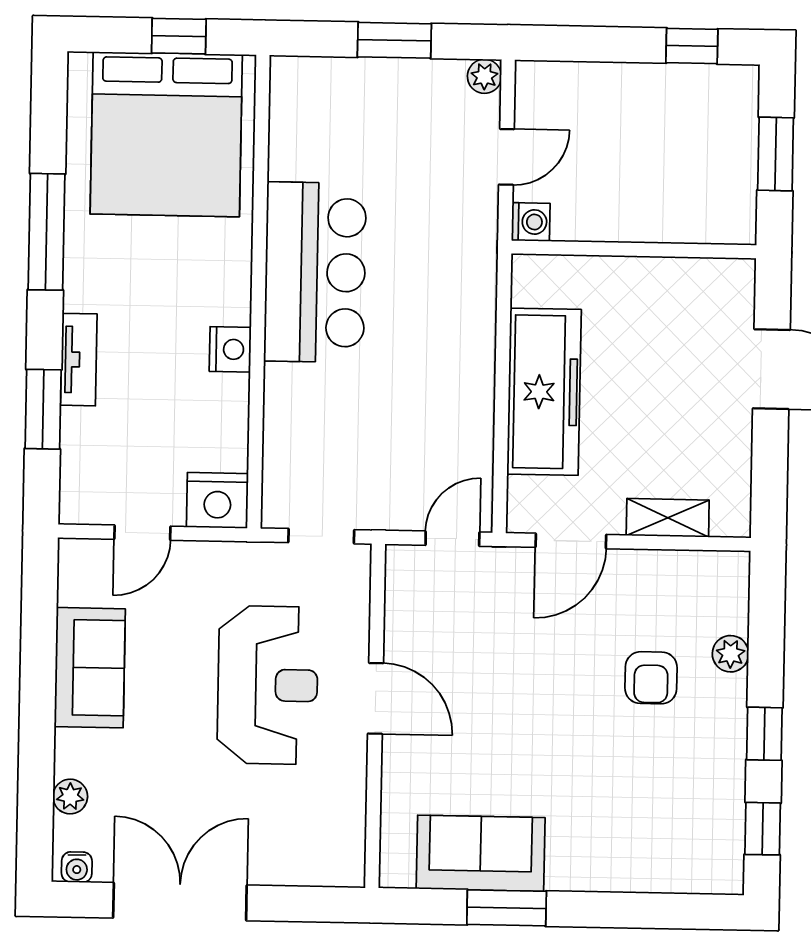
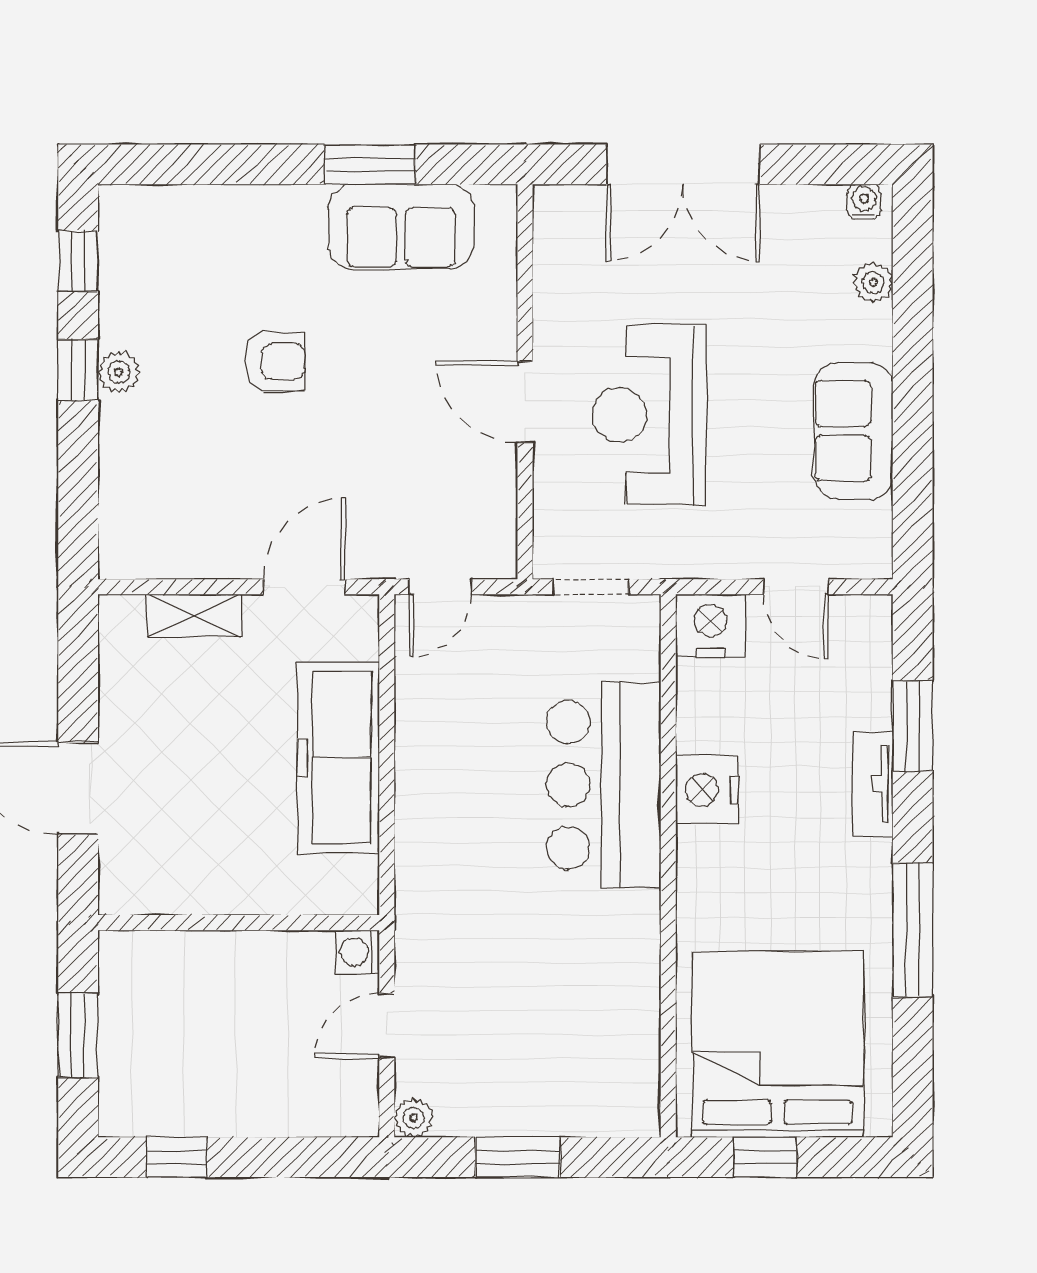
bar counter: (315, 272) -> (604, 785), moved
nightstand: (230, 349) -> (707, 790), width x1.36, depth x1.33
door: (142, 533) -> (796, 587), swing flipped
plant: (731, 654) -> (119, 372), moved
armchair: (651, 678) -> (275, 361), moved, turned 90
double door: (180, 902) -> (683, 164), moved

